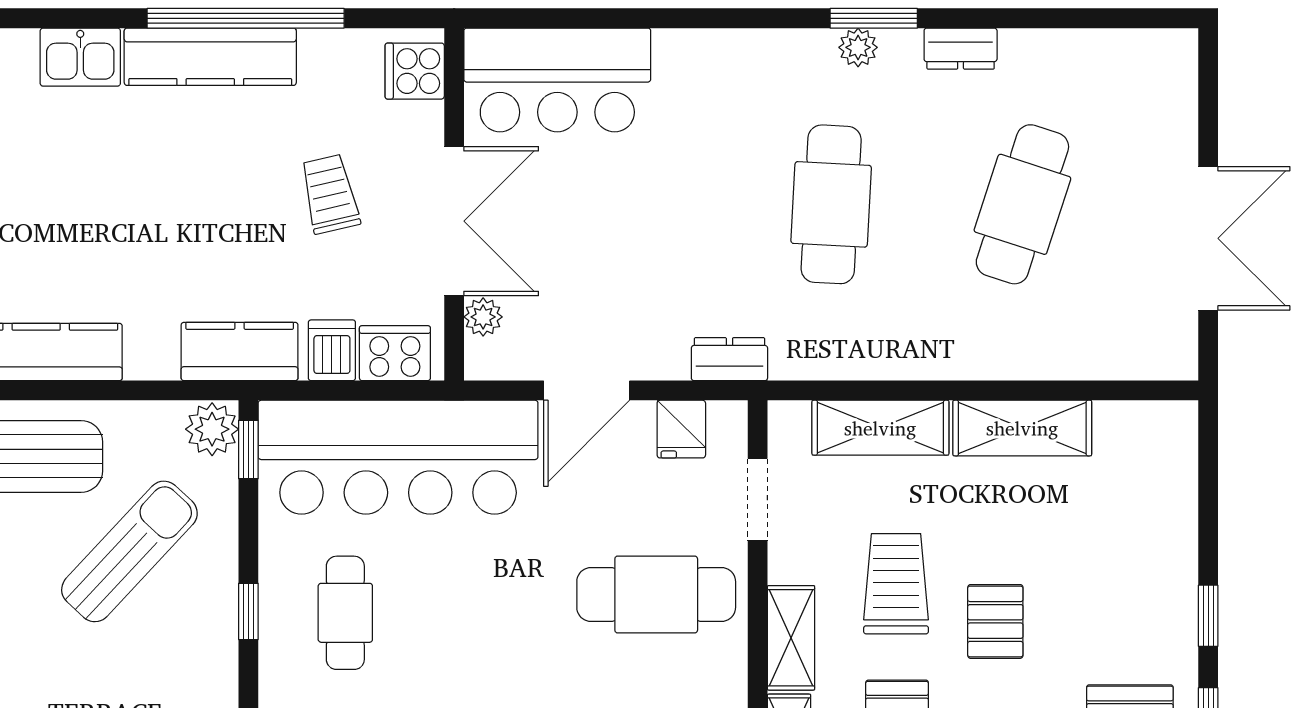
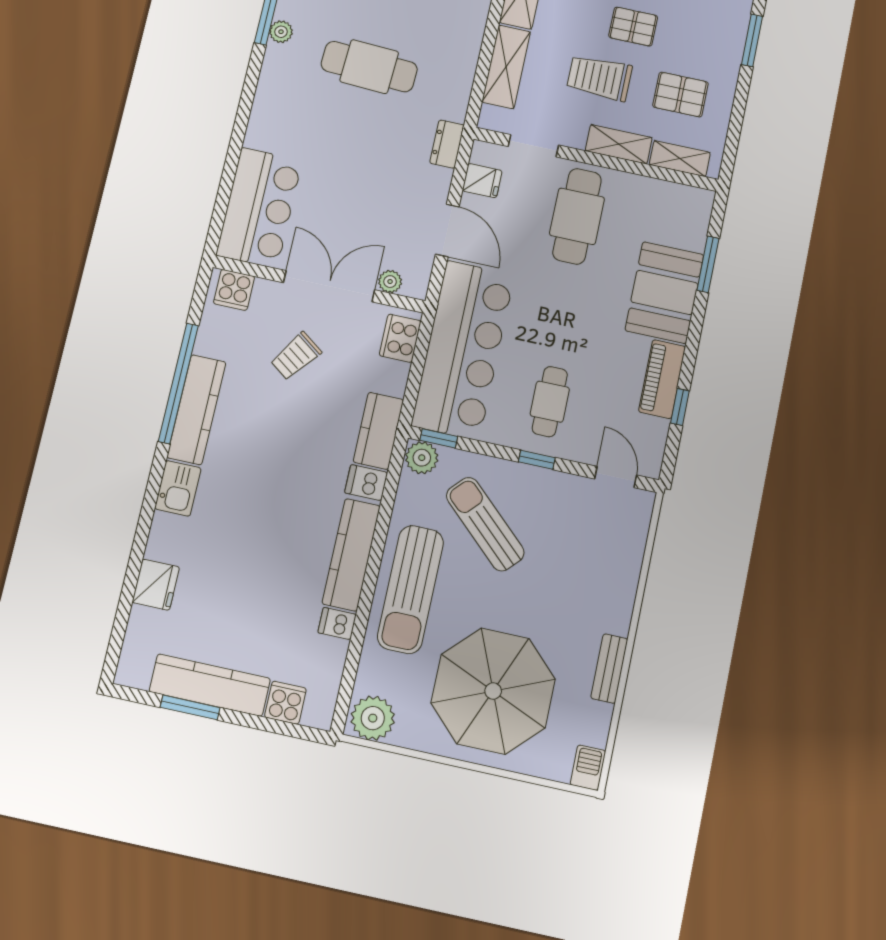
trolley: (330, 194) -> (296, 356), turned -41
dishwasher: (332, 350) -> (366, 483), moved
cafe table: (345, 613) -> (550, 402), turned 90

